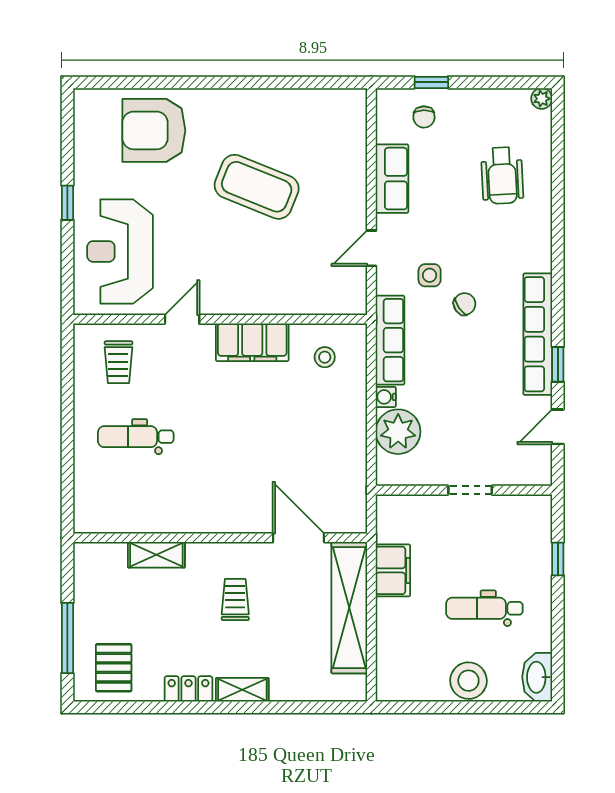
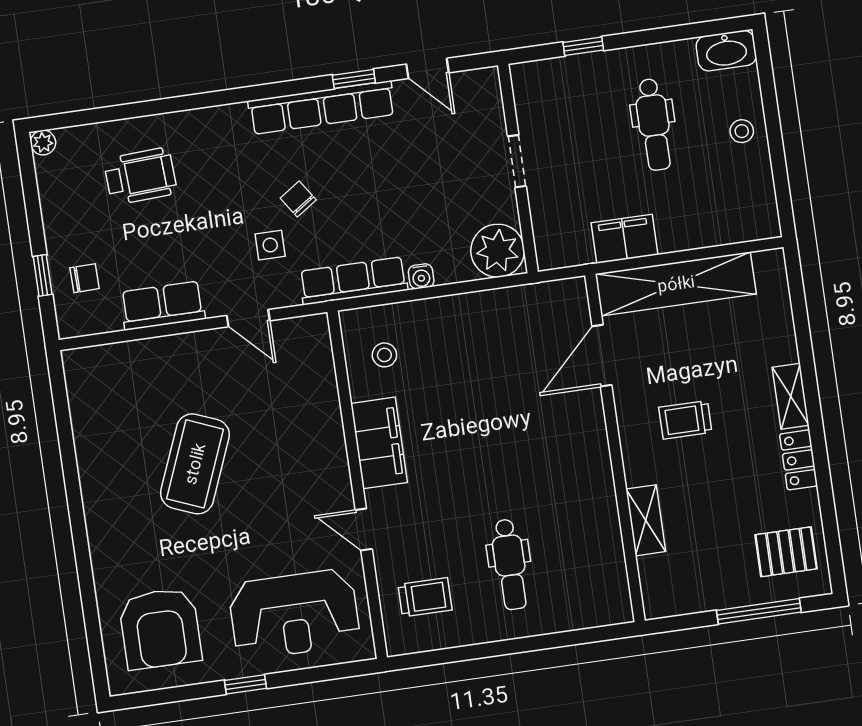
armchair: (154, 130) -> (160, 629), moved
plant: (398, 432) -> (498, 251), moved
stool: (468, 681) -> (742, 131), width x0.53, depth x0.53

